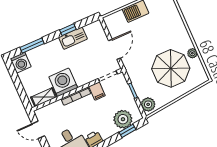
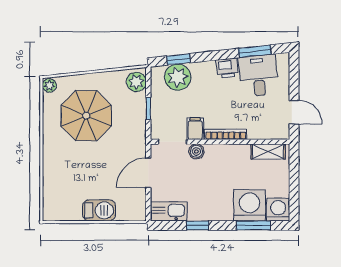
kitchen sink: (73, 38) -> (169, 211), moved
plant: (192, 53) -> (49, 85), moved
boiler: (90, 77) -> (196, 151), added
washing machine: (63, 82) -> (250, 205), moved, turned 180

